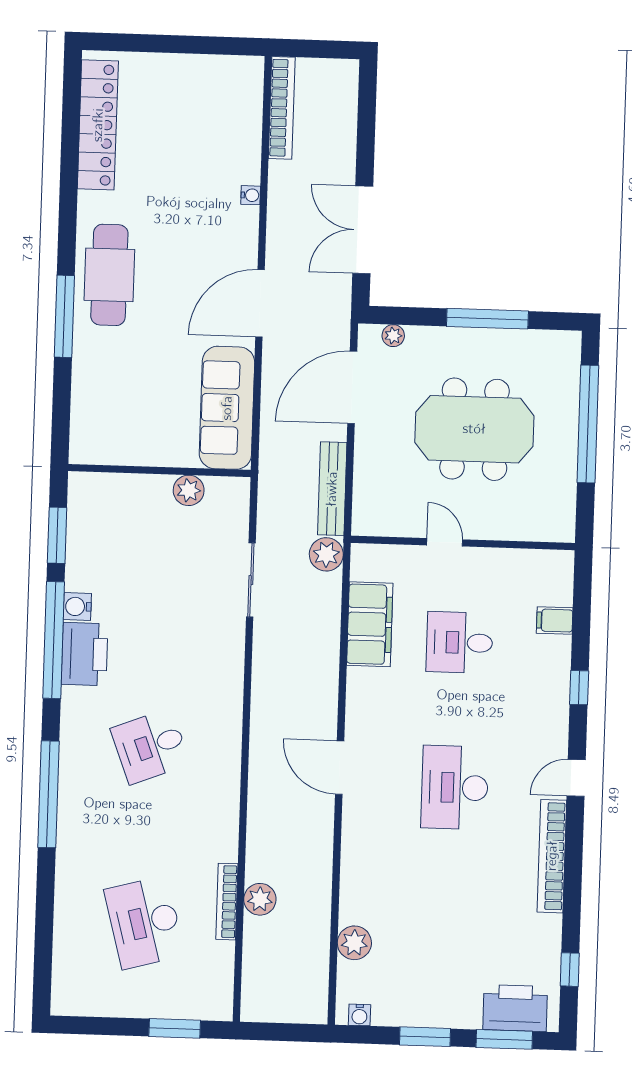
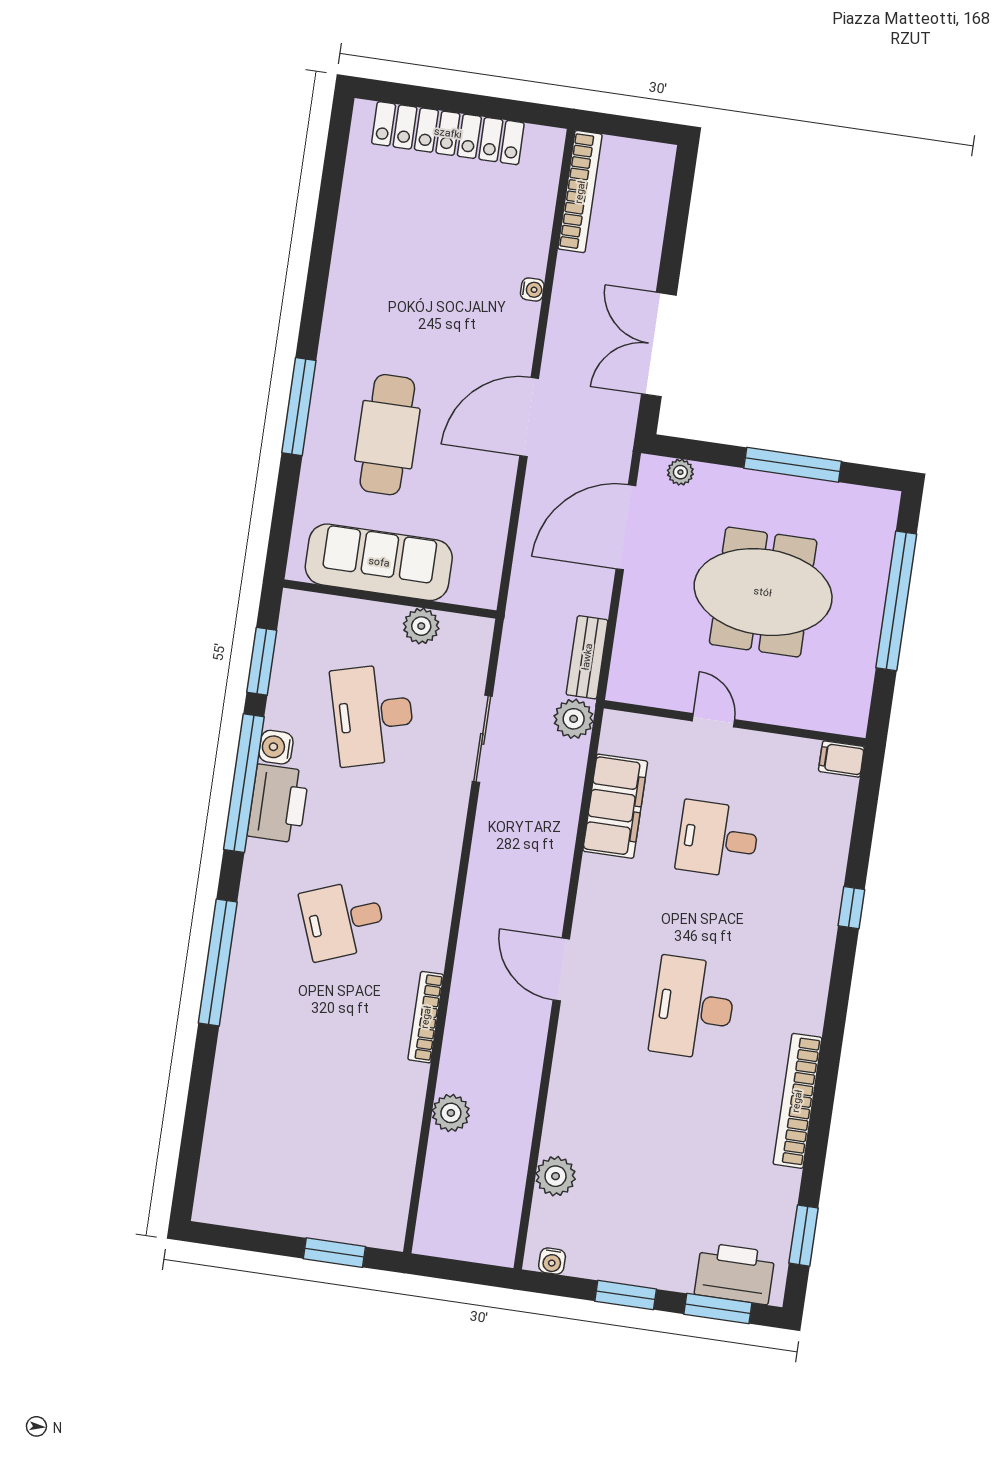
locker: (98, 125) -> (448, 133), moved, turned 90
cafe table: (109, 275) -> (387, 435), moved
sofa: (227, 408) -> (379, 562), moved, turned 90
bench: (332, 489) -> (587, 657), width x0.73
filing cabinet: (555, 621) -> (841, 759), moved
door: (576, 778) -> (836, 1013), removed
bookcase: (227, 902) -> (426, 1017), moved
desk: (145, 922) -> (373, 715), moved
window: (570, 970) -> (804, 1236), width x1.50

